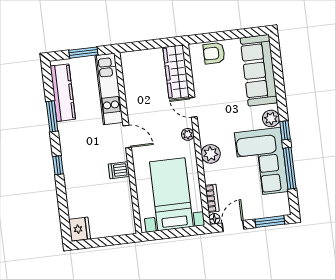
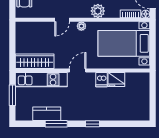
wardrobe: (176, 72) -> (35, 61), moved, turned 180
kitchen counter: (63, 93) -> (47, 114), width x0.67
fridge: (80, 229) -> (116, 79), moved, turned 180

